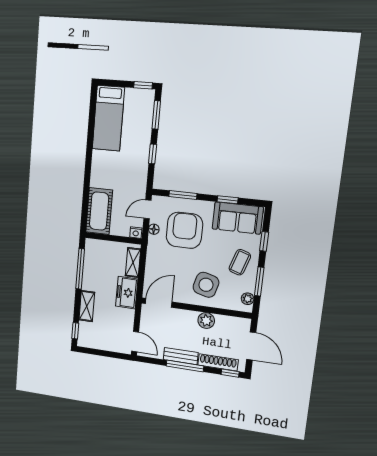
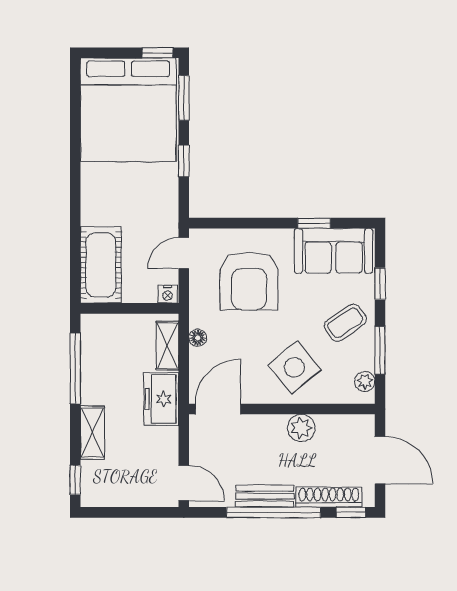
bed: (108, 118) -> (128, 110), width x2.04
window: (183, 195) -> (241, 223), removed
floor lamp: (154, 229) -> (198, 338), moved
armchair: (184, 230) -> (249, 281), turned 180
coffee table: (240, 262) -> (345, 323), turned 38
side table: (206, 285) -> (294, 367), turned 36
window: (185, 366) -> (274, 512), width x1.46

